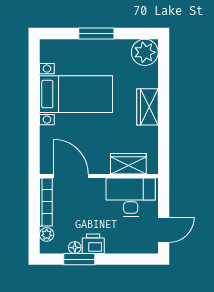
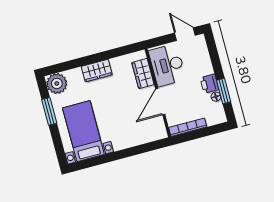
window: (96, 33) -> (49, 111), moved
bed with nightstands: (76, 94) -> (83, 131), moved
door: (71, 176) -> (160, 102), moved
plant: (47, 234) -> (212, 120), removed

